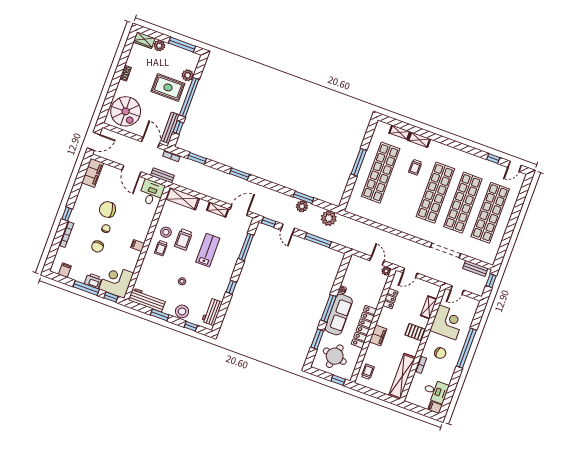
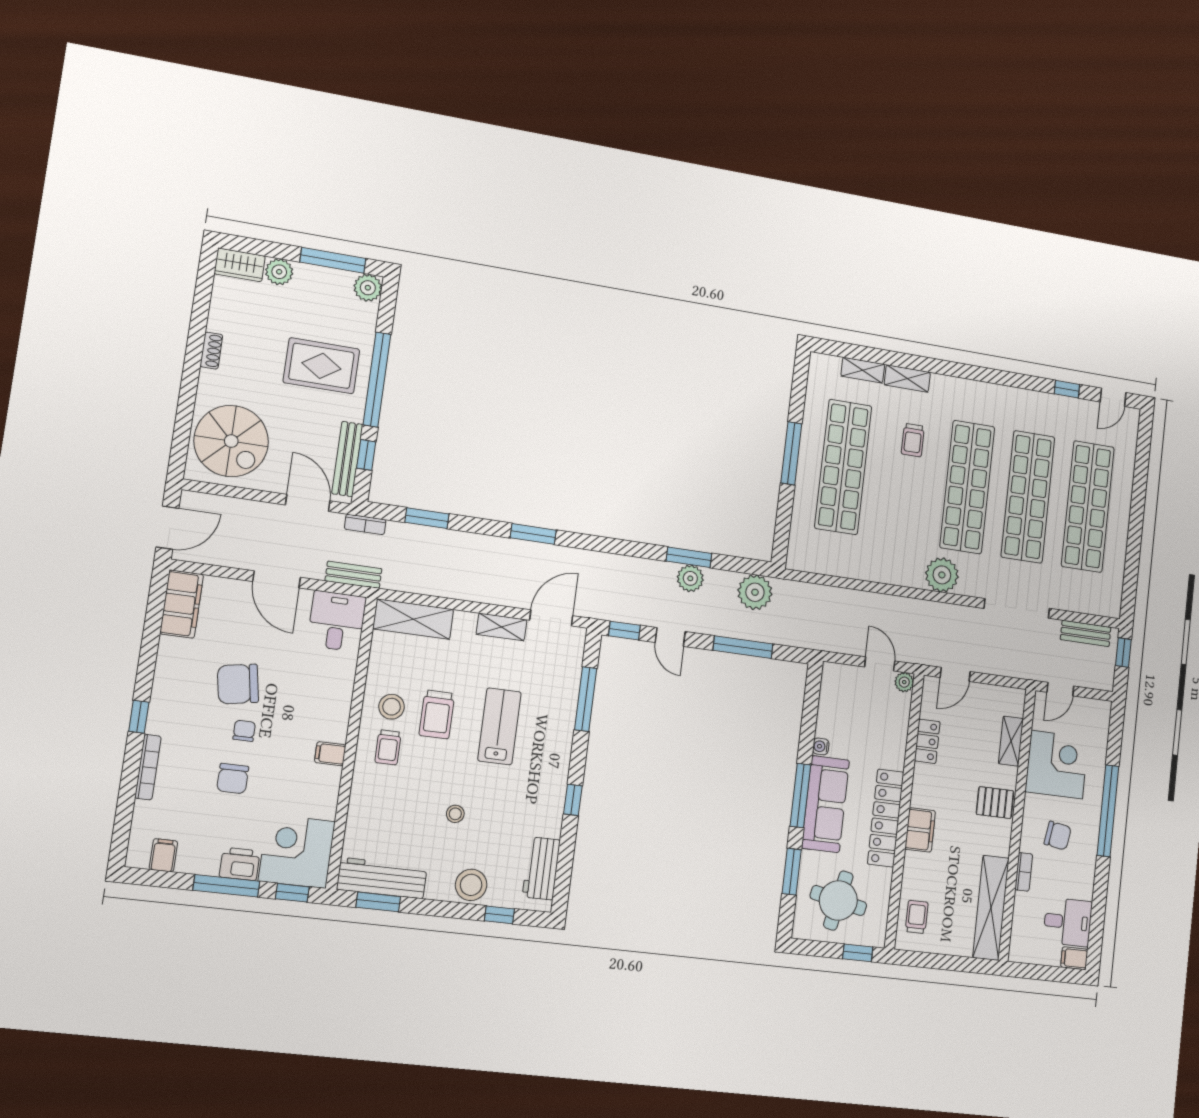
plant: (188, 75) -> (368, 288), moved
plant: (414, 229) -> (942, 575), added
window: (160, 315) -> (378, 902), moved

